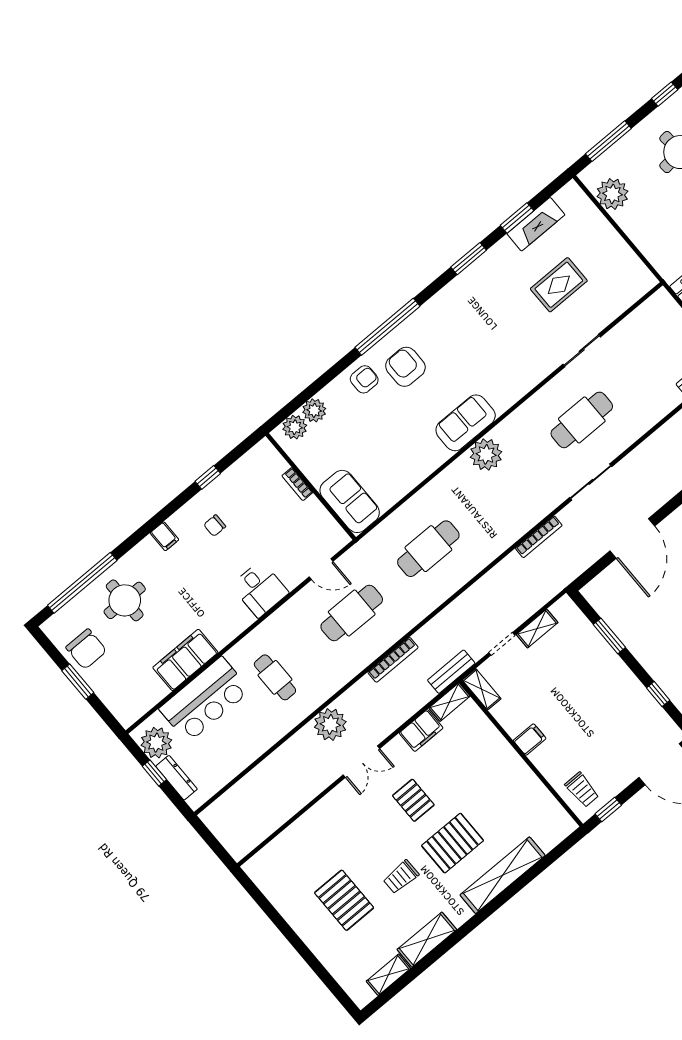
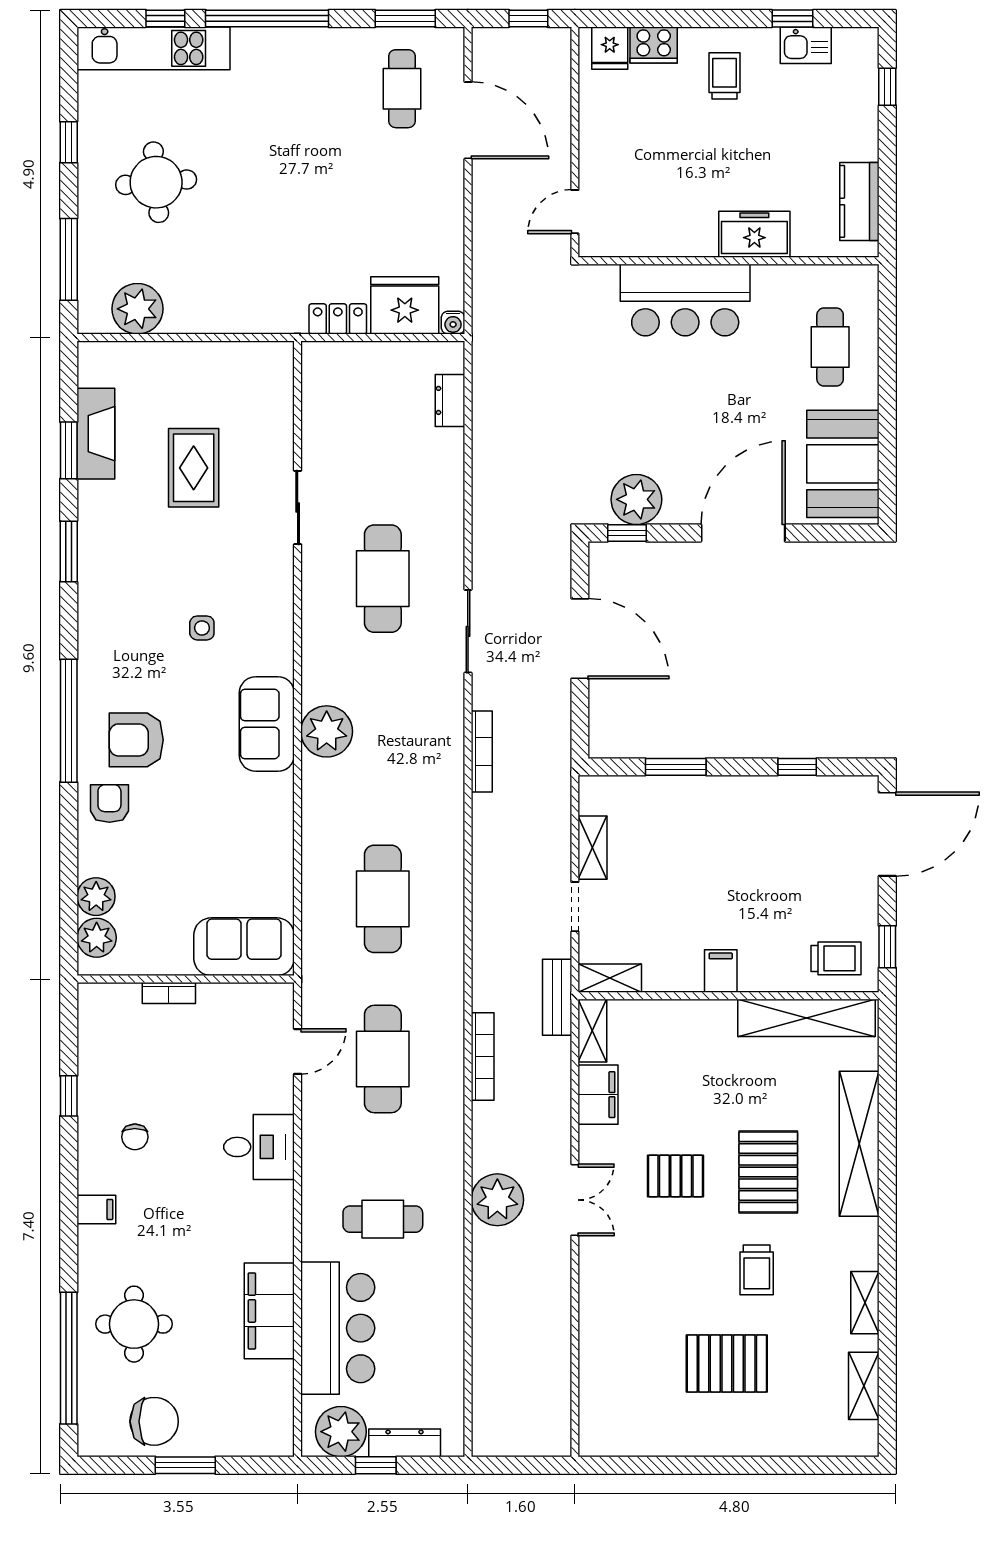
side table: (485, 353) -> (202, 628), added
shelving: (542, 799) -> (806, 1018), added
shelving: (427, 940) -> (865, 1303), width x0.67, depth x0.75

